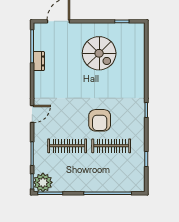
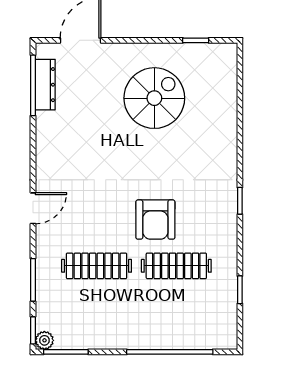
spiral stairs: (99, 53) -> (154, 98), turned -90
dresser: (39, 61) -> (45, 85), moved, width x1.44
plant: (43, 182) -> (44, 340), width x0.53, depth x0.53

